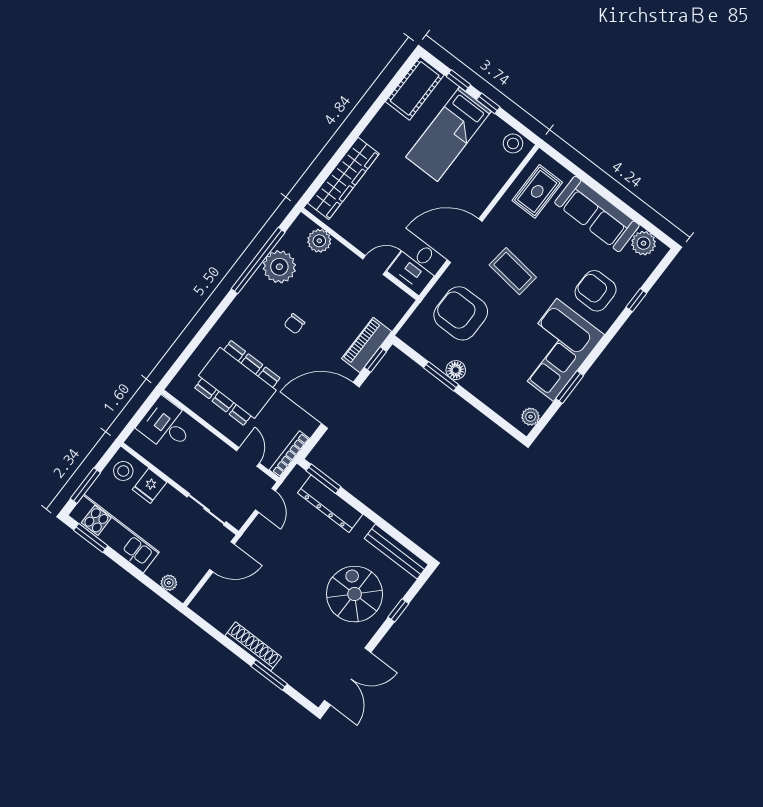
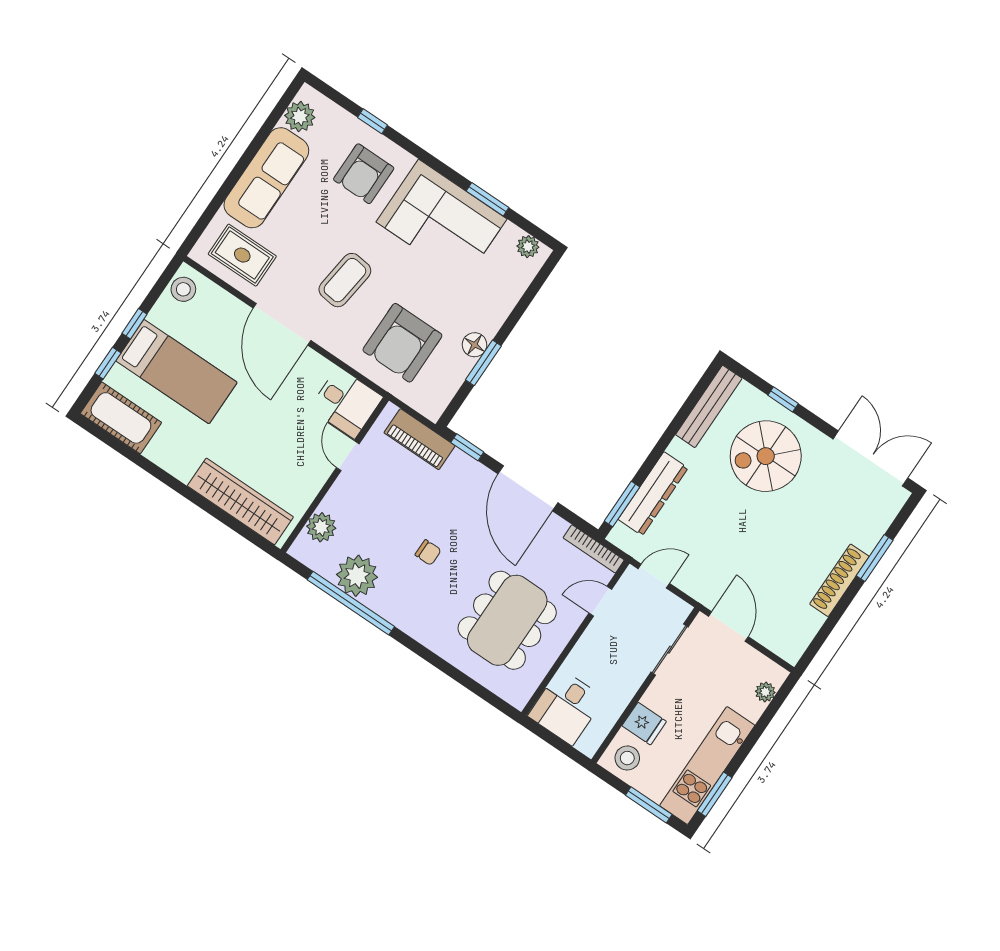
door: (465, 241) -> (282, 324), moved
piano: (367, 345) -> (420, 439), moved

